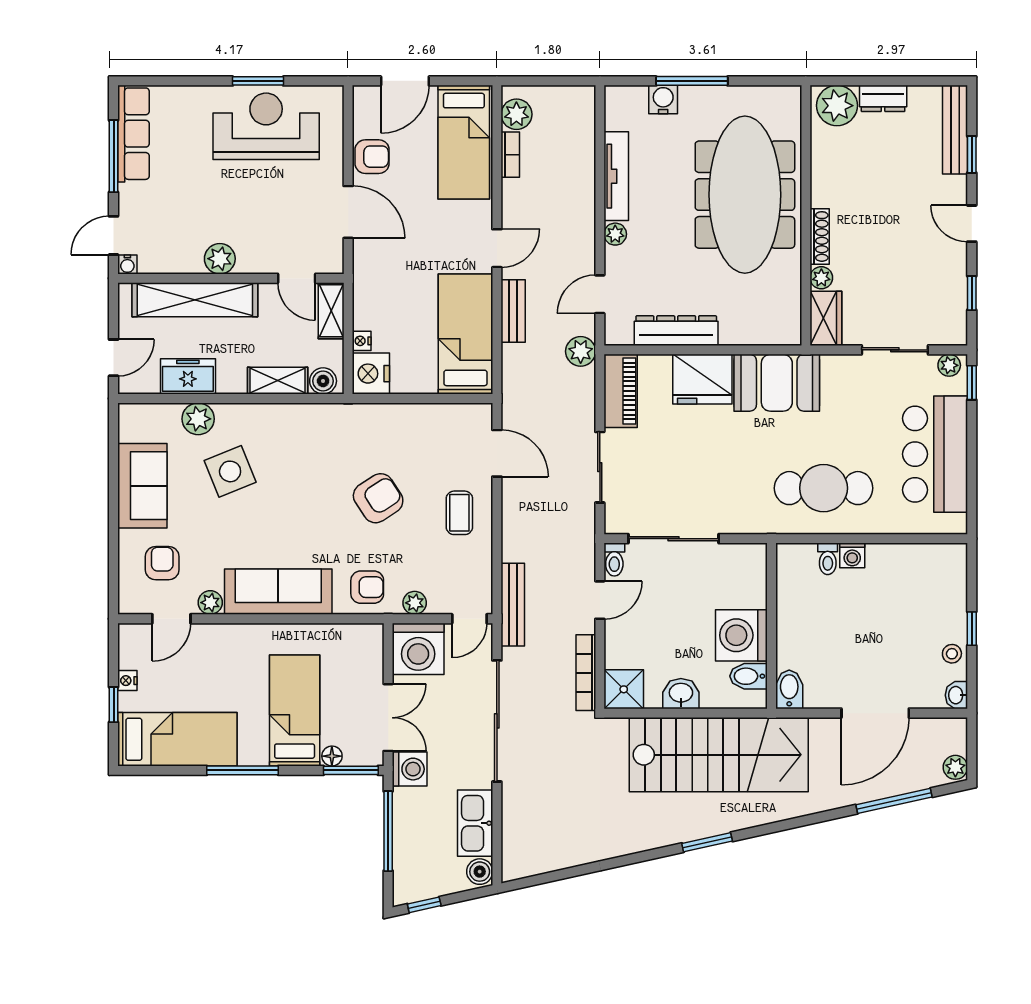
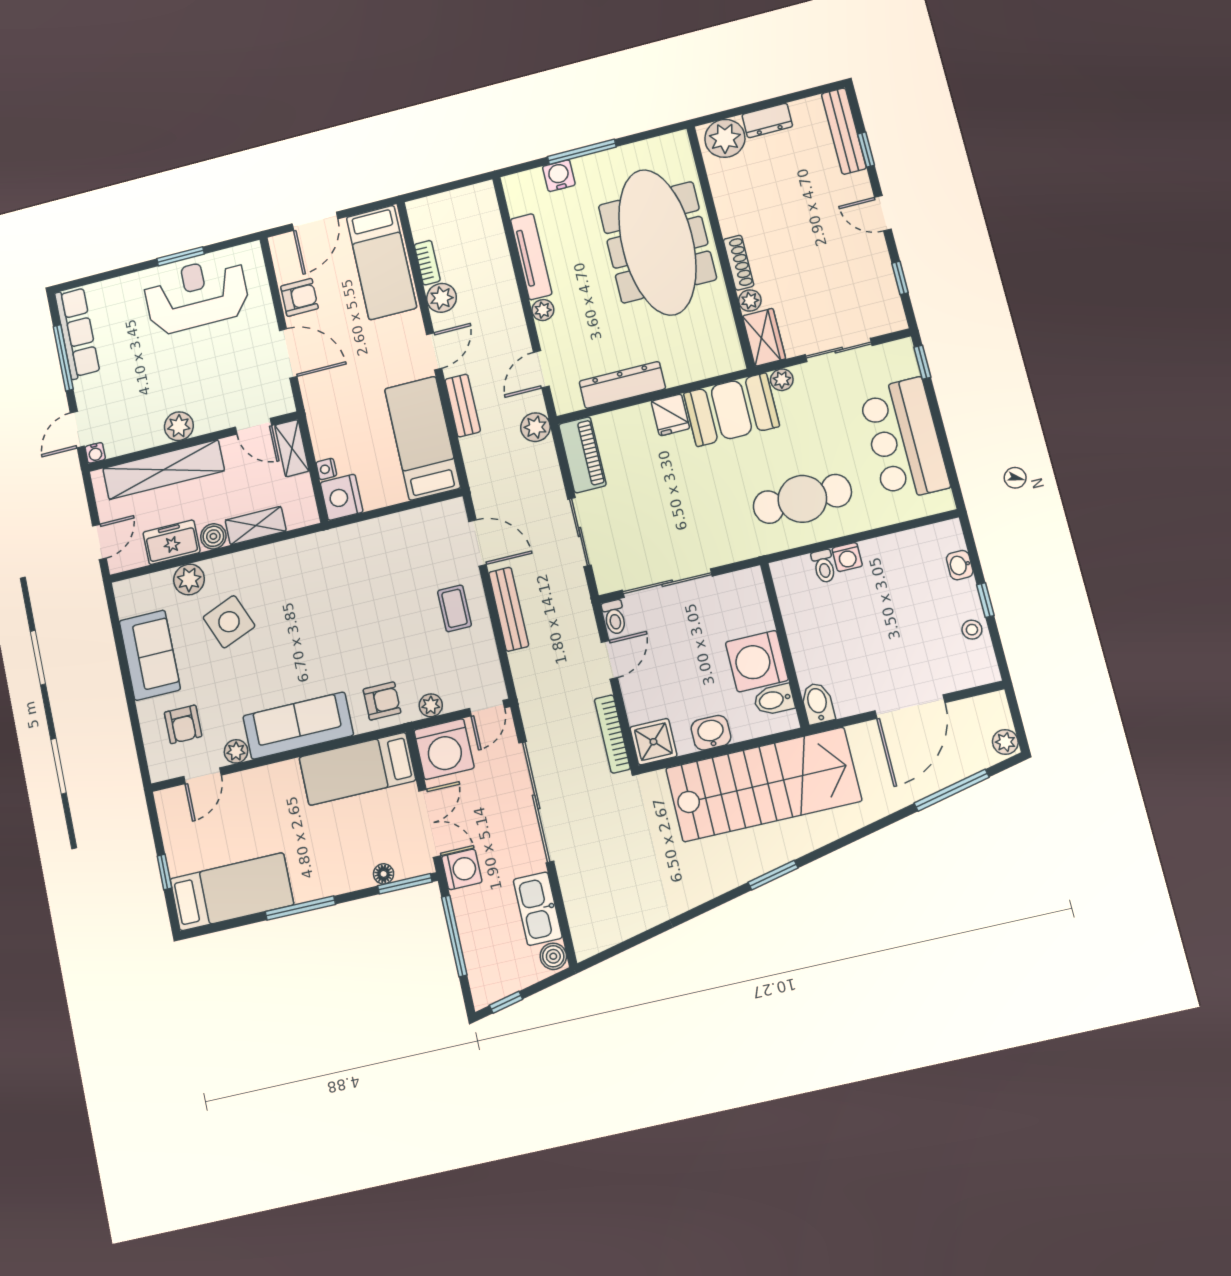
plant: (516, 114) -> (442, 298), moved
plant: (949, 365) -> (782, 380), moved
fridge: (702, 379) -> (670, 415), width x0.53, depth x0.75
boiler: (323, 381) -> (213, 536), moved
armchair: (378, 498) -> (374, 613), removed
armchair: (162, 563) -> (183, 724), turned 180
bench: (513, 605) -> (509, 609), moved
nightstand: (127, 681) -> (173, 845), removed
washbasin: (956, 695) -> (960, 565), moved
bed: (295, 710) -> (357, 769), moved, turned -90

